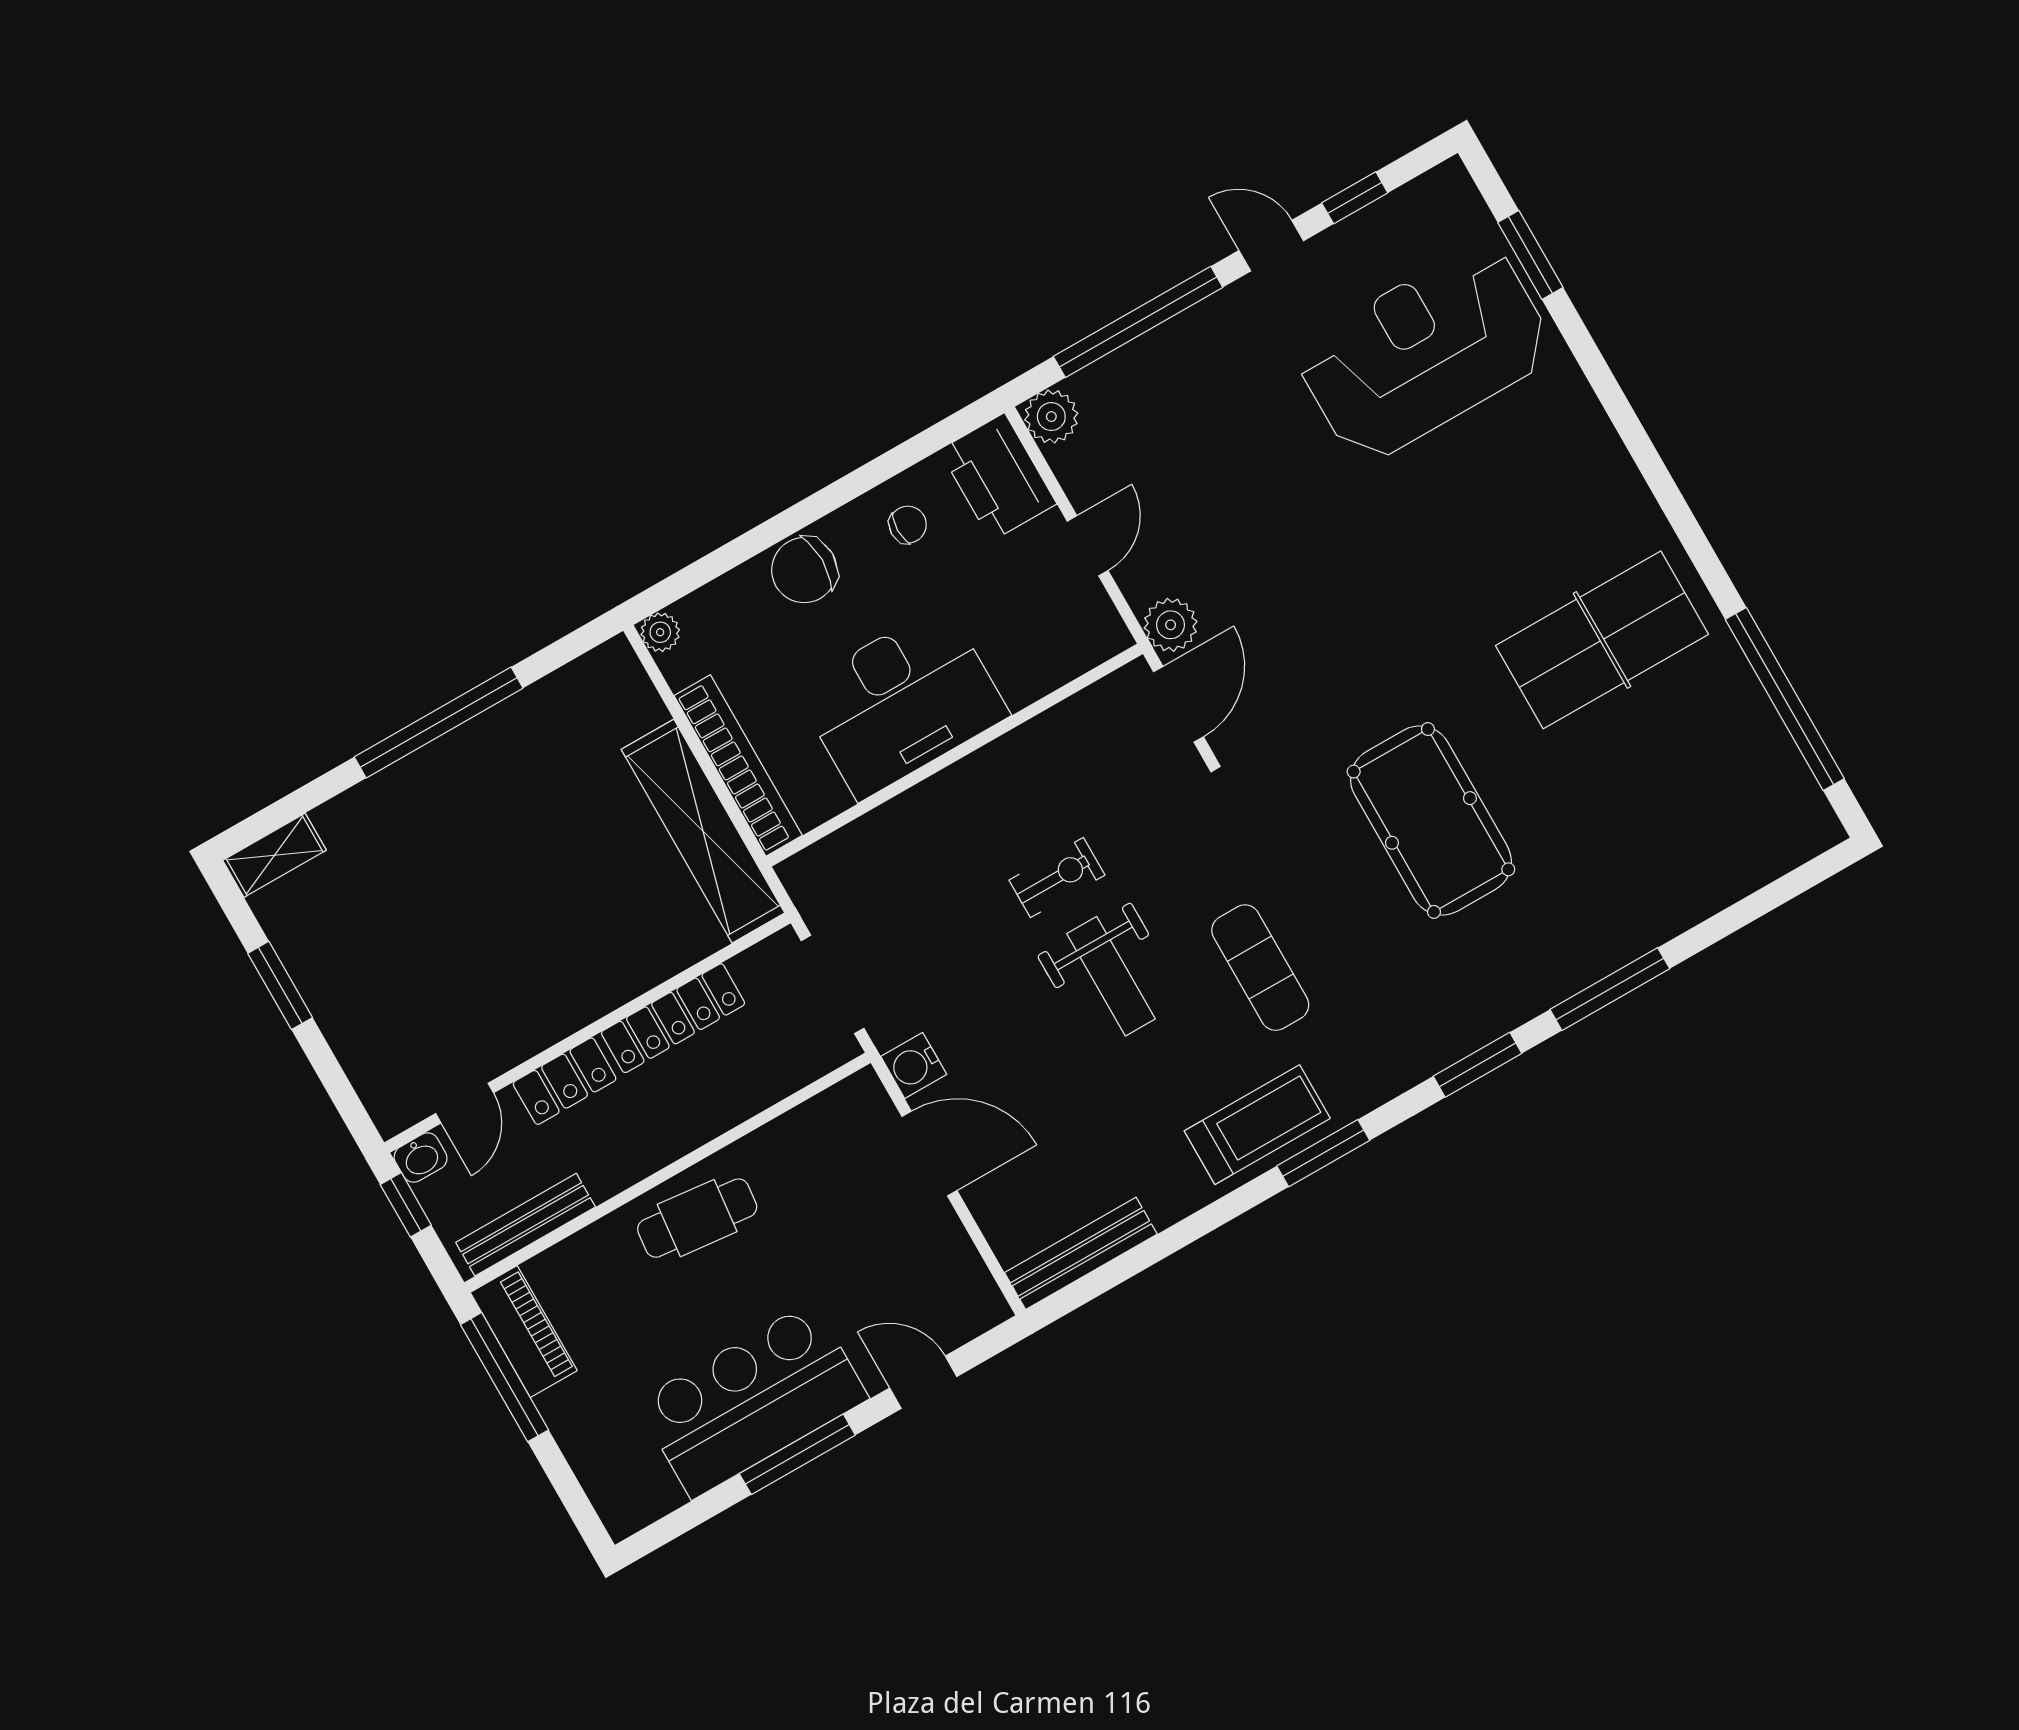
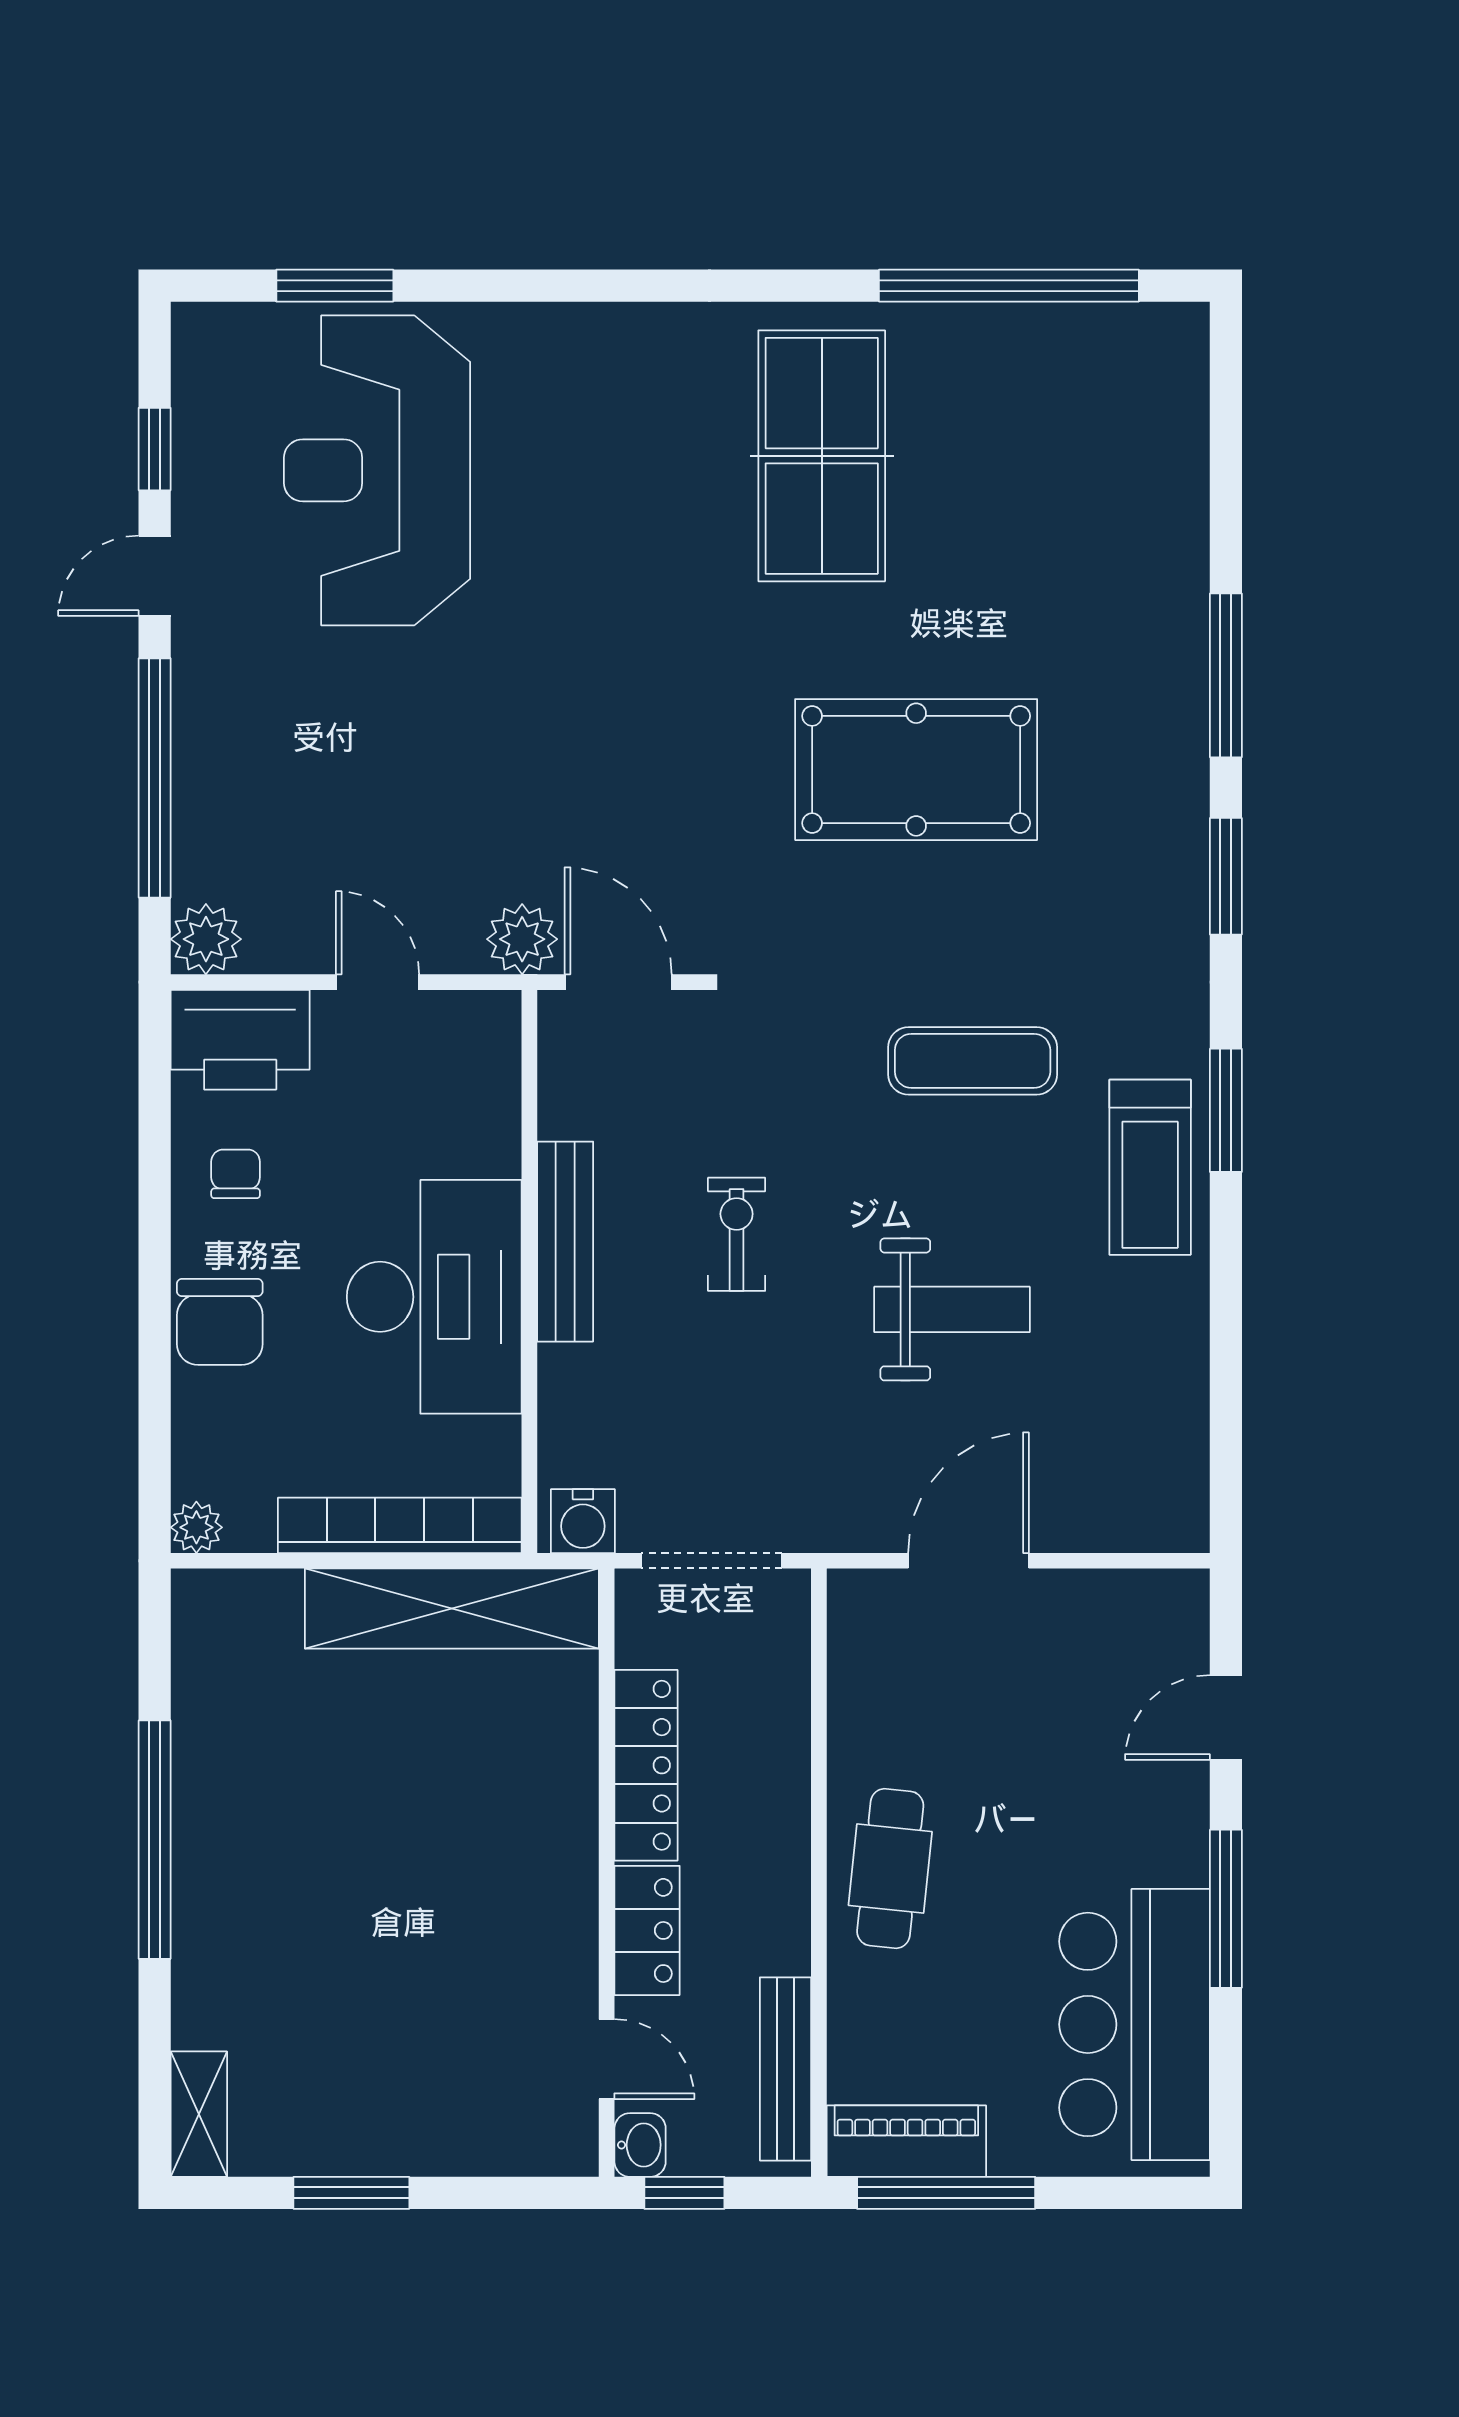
weight bench: (1111, 976) -> (952, 1309), moved
water cooler: (914, 1065) -> (583, 1521), moved
treadmill: (1257, 1125) -> (1150, 1167), turned 180
bench: (1081, 1253) -> (565, 1242), moved
bar counter: (752, 1400) -> (1134, 2024), moved

